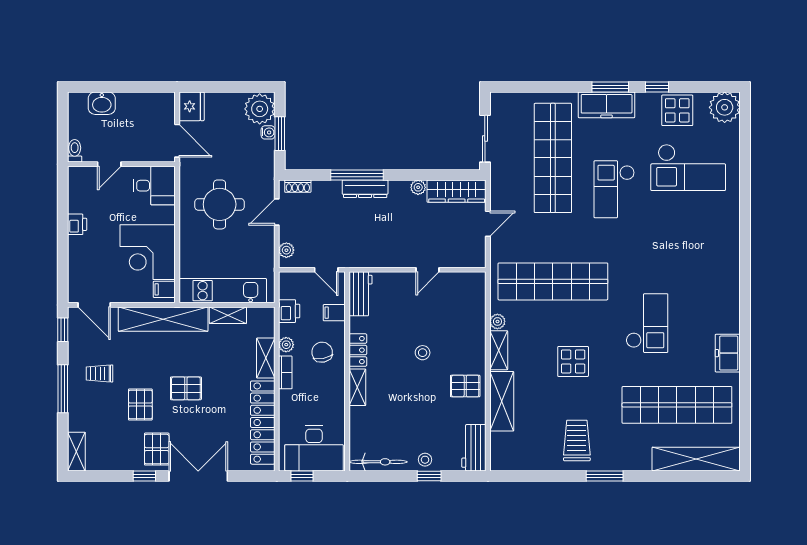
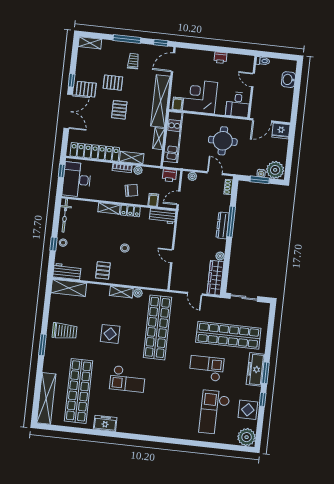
printer: (289, 311) -> (169, 175), moved
shelving: (502, 401) -> (69, 288), moved

